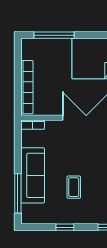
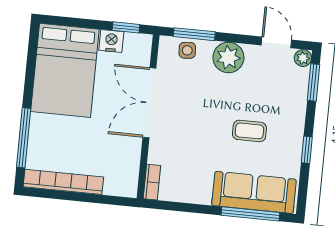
bookcase: (27, 87) -> (63, 182), moved
sofa: (33, 175) -> (254, 192), moved

